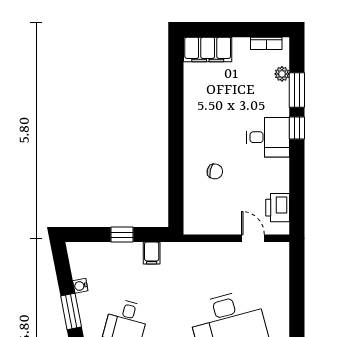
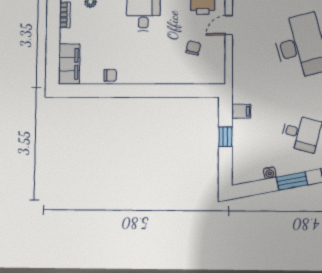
chair: (194, 99) -> (110, 75), added
chair: (215, 171) -> (193, 48), moved

